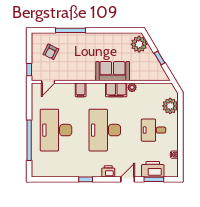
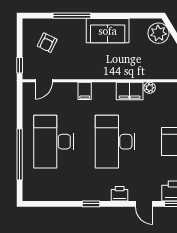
sofa: (113, 71) -> (108, 31), moved, turned 180
door: (128, 179) -> (144, 204), swing flipped

